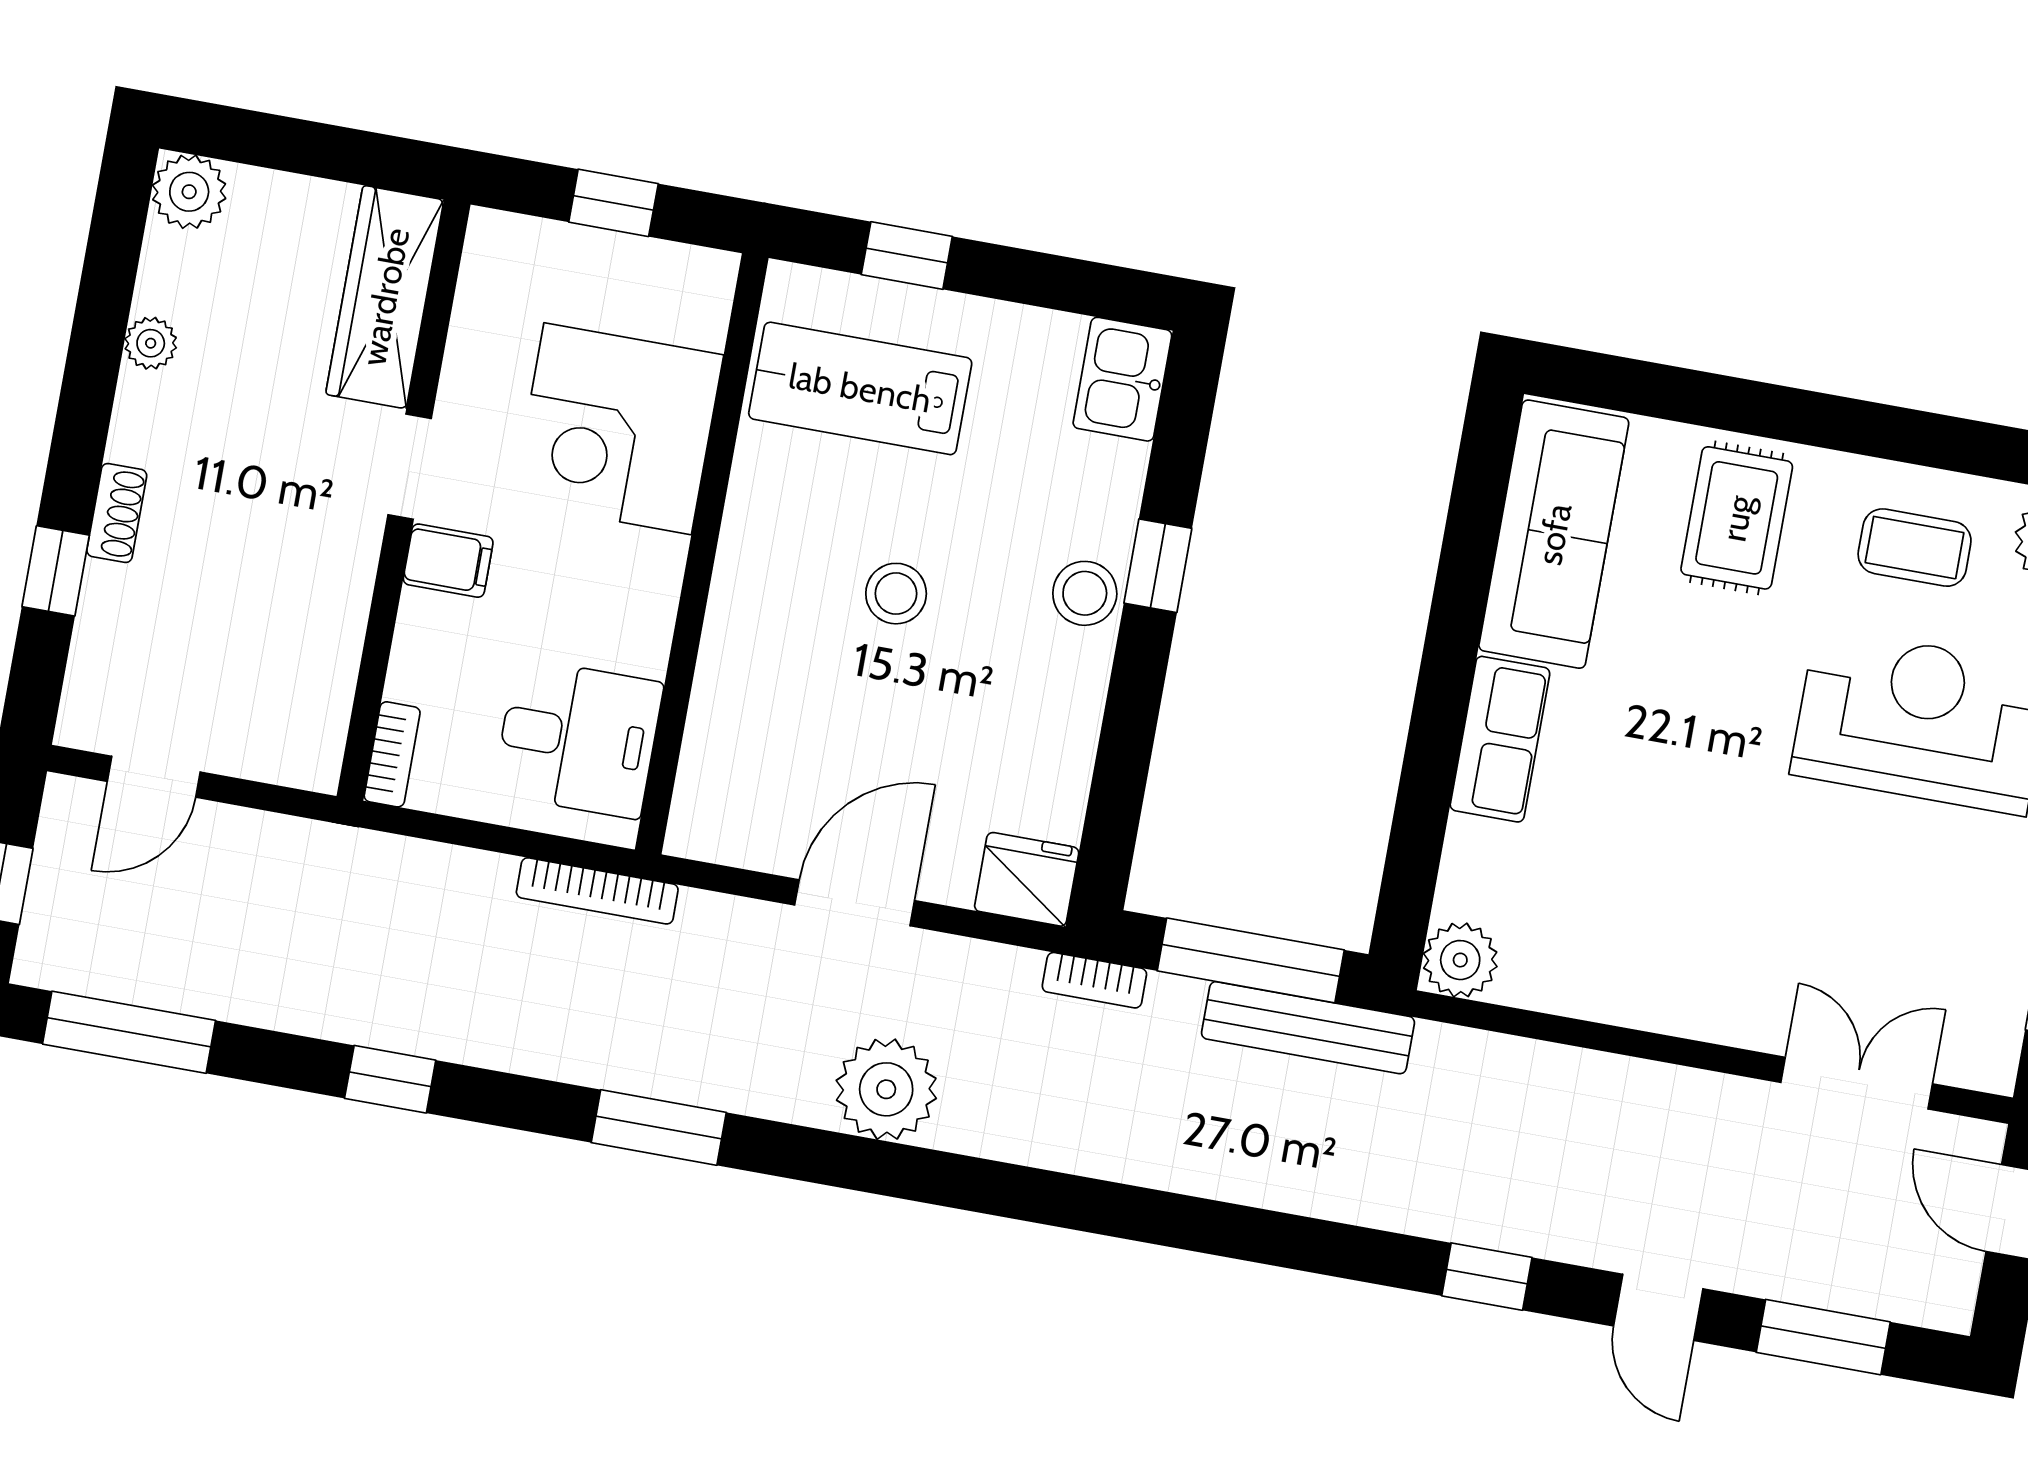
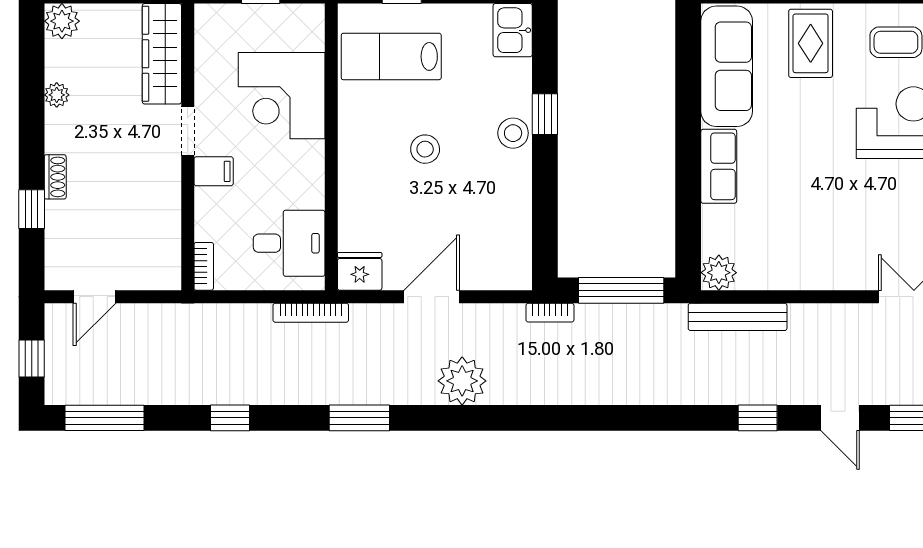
fridge: (1027, 879) -> (360, 271), moved
bench: (1308, 1028) -> (738, 317), moved

